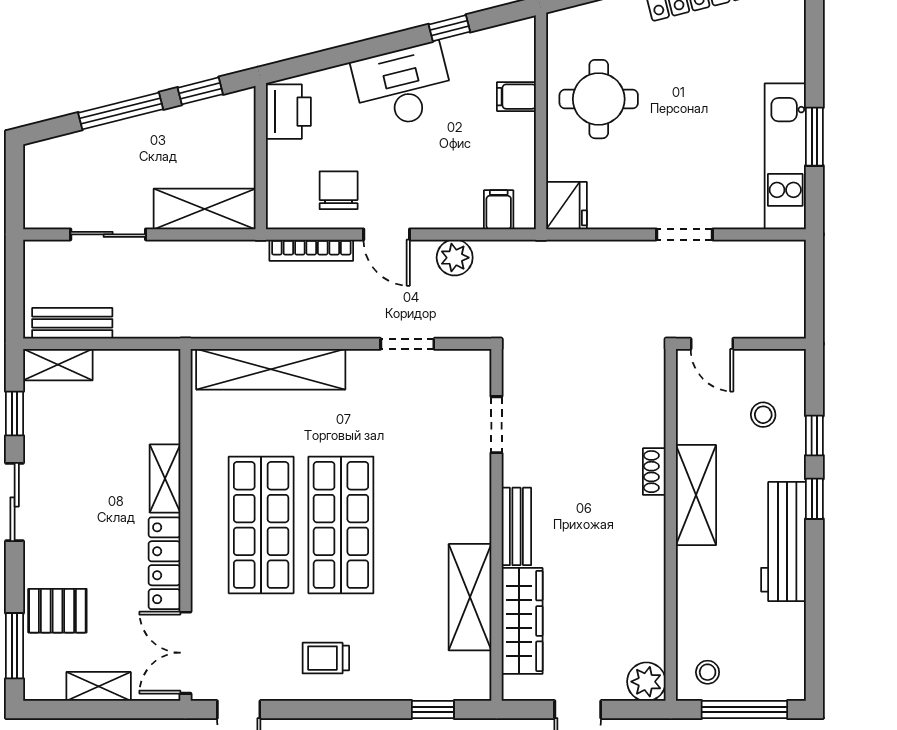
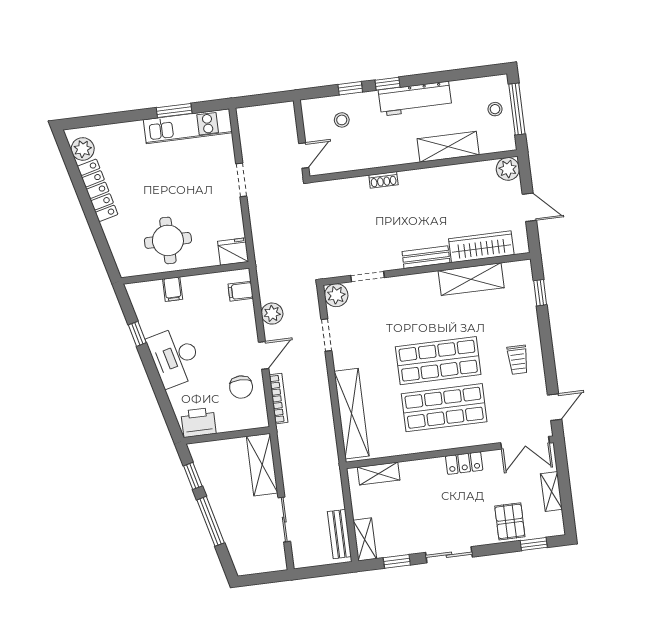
chair: (339, 190) -> (241, 387), turned -90
plant: (472, 368) -> (336, 295), added
shelving: (165, 479) -> (379, 474), moved
shelving: (696, 495) -> (448, 147), moved
locker: (164, 563) -> (464, 463), width x0.66
window: (15, 646) -> (534, 544), width x0.67
stool: (708, 672) -> (495, 109), moved

